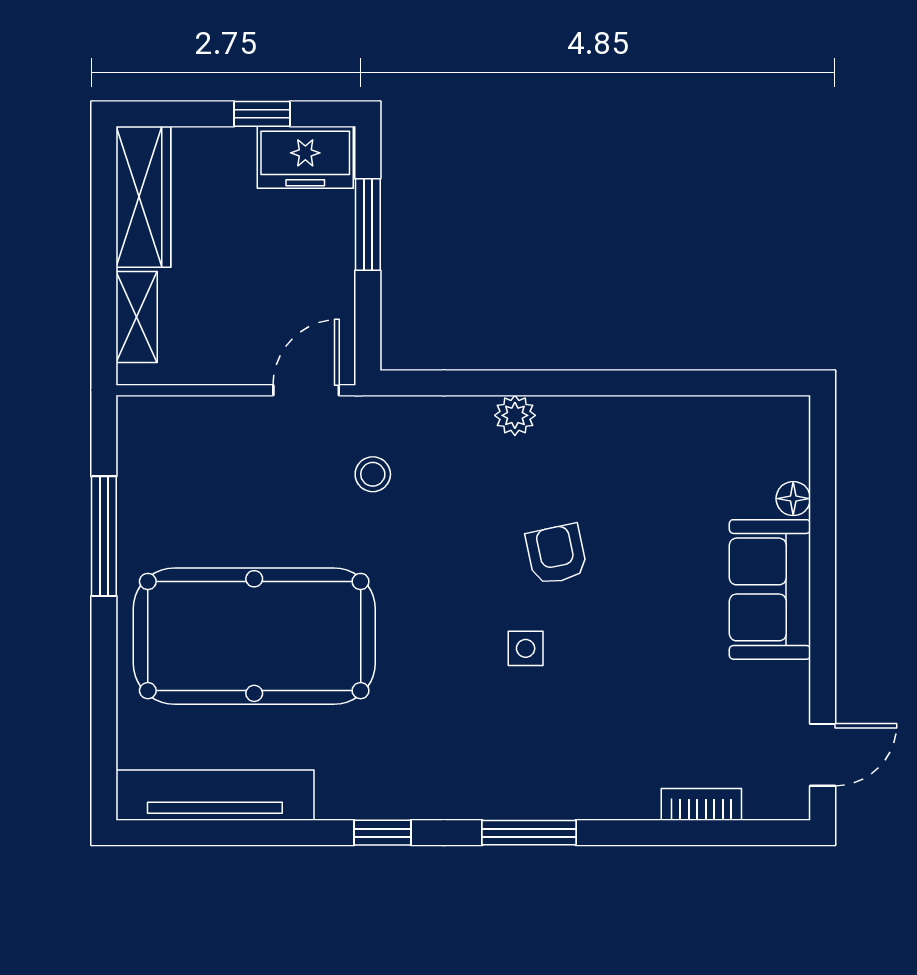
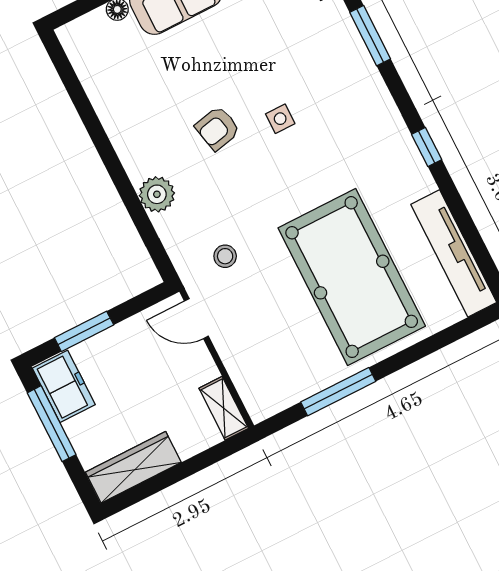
window: (262, 114) -> (52, 424), width x2.17
shelving: (137, 317) -> (224, 408), moved, turned 90
plant: (515, 415) -> (157, 194), width x1.38, depth x1.38
window: (529, 833) -> (370, 36), moved

